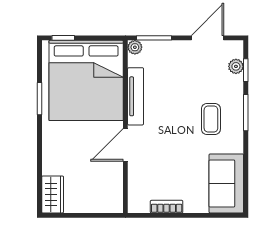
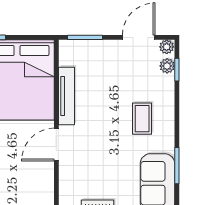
plant: (135, 47) -> (167, 47), moved
window: (246, 113) -> (177, 166), moved

